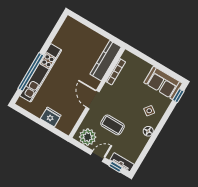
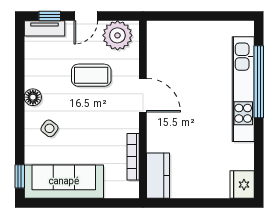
kitchen counter: (106, 61) -> (158, 176), width x0.67
sofa: (163, 83) -> (64, 182), width x1.36
fridge: (51, 117) -> (242, 185), moved, turned 90

